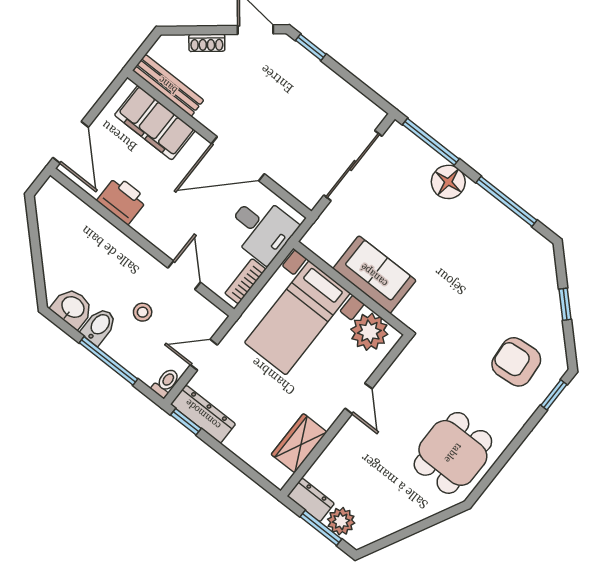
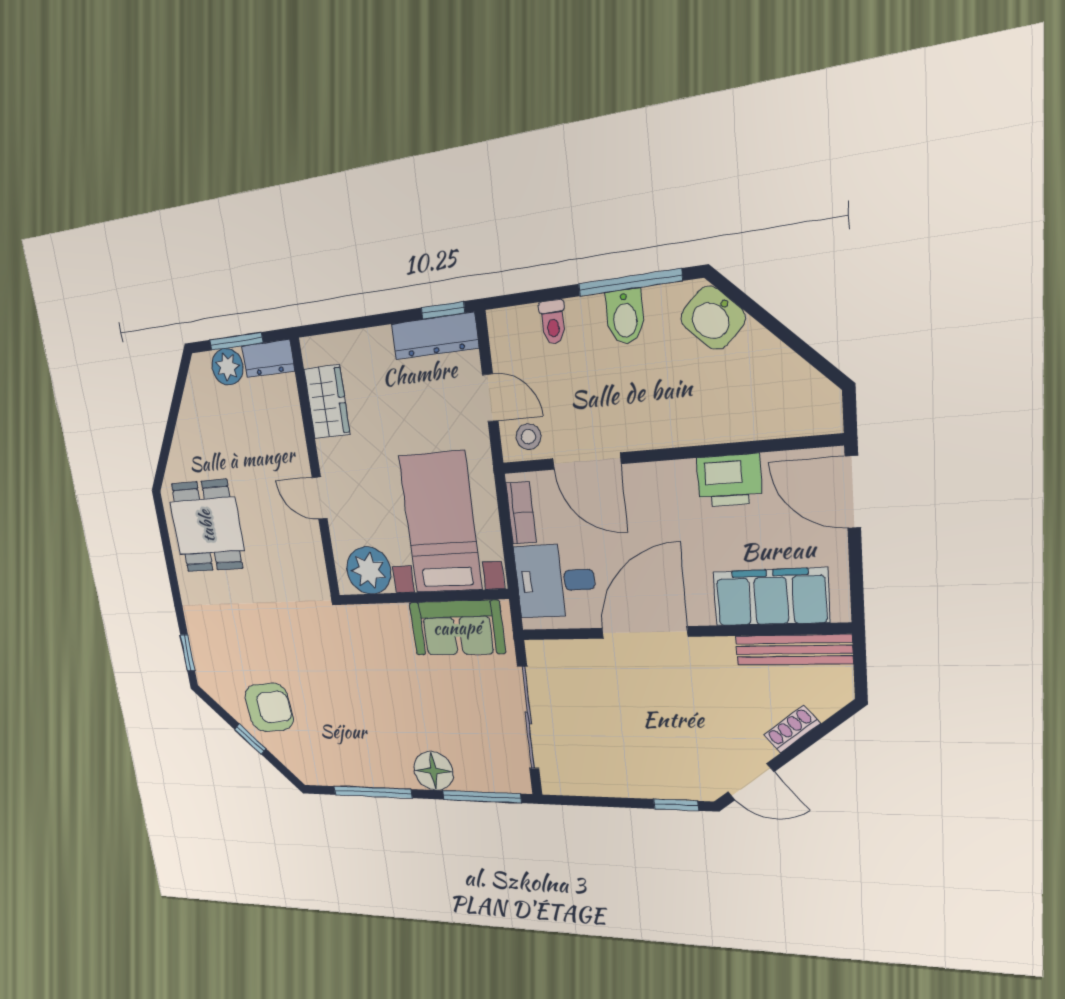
door: (184, 275) -> (587, 461), width x1.38
sofa: (374, 275) -> (457, 628), moved
washbasin: (72, 308) -> (713, 318), moved, turned 45
stool: (143, 312) -> (528, 437), moved
door: (204, 355) -> (490, 398), hinge flipped
window: (109, 361) -> (630, 282), moved
armchair: (516, 362) -> (269, 707), moved
toilet: (166, 383) -> (553, 322), moved

